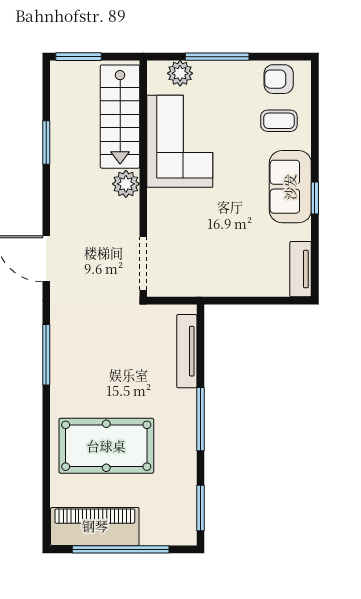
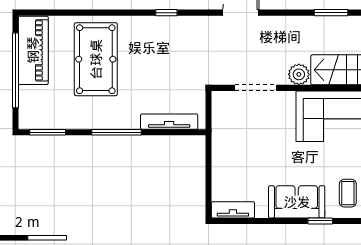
window: (315, 198) -> (320, 221), moved
doorway: (143, 264) -> (256, 88), moved
window: (46, 355) -> (166, 13), width x0.46

